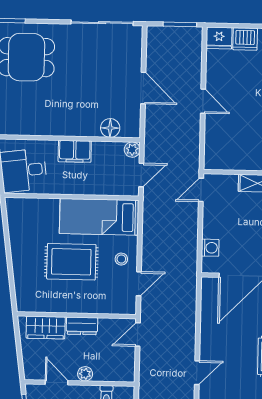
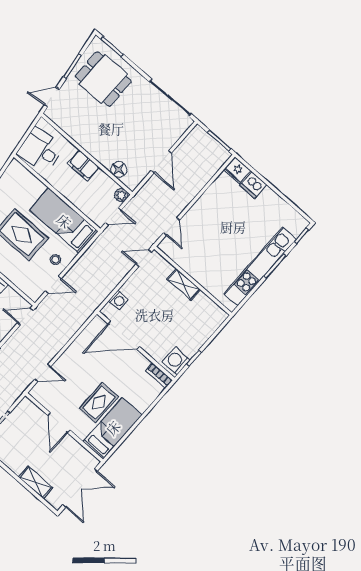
door: (203, 101) -> (171, 227), moved

